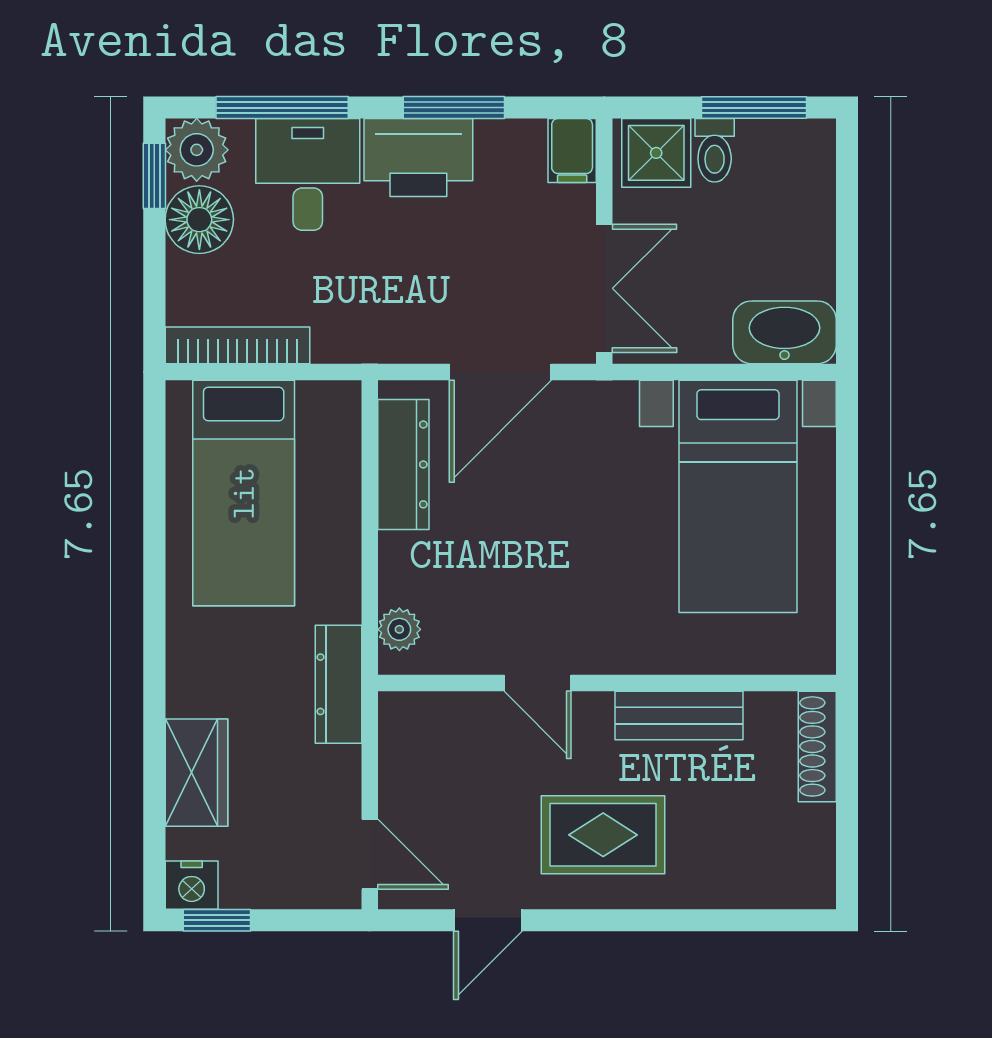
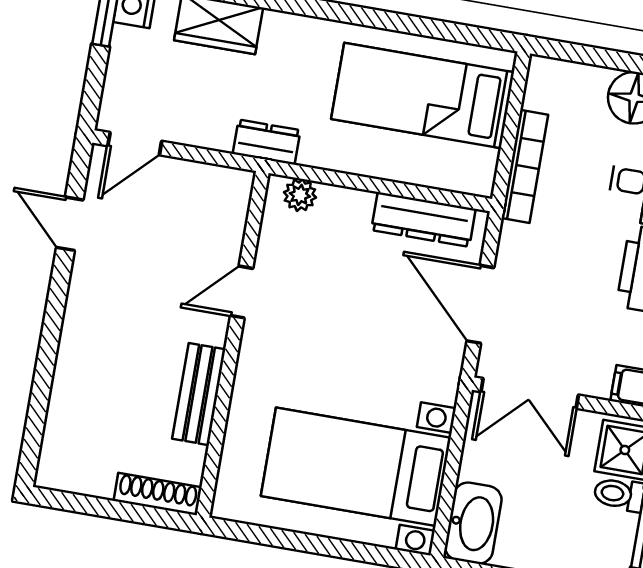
bookcase: (237, 345) -> (525, 166), moved
dresser: (338, 684) -> (267, 142), width x0.70
rug: (603, 835) -> (119, 321), removed

